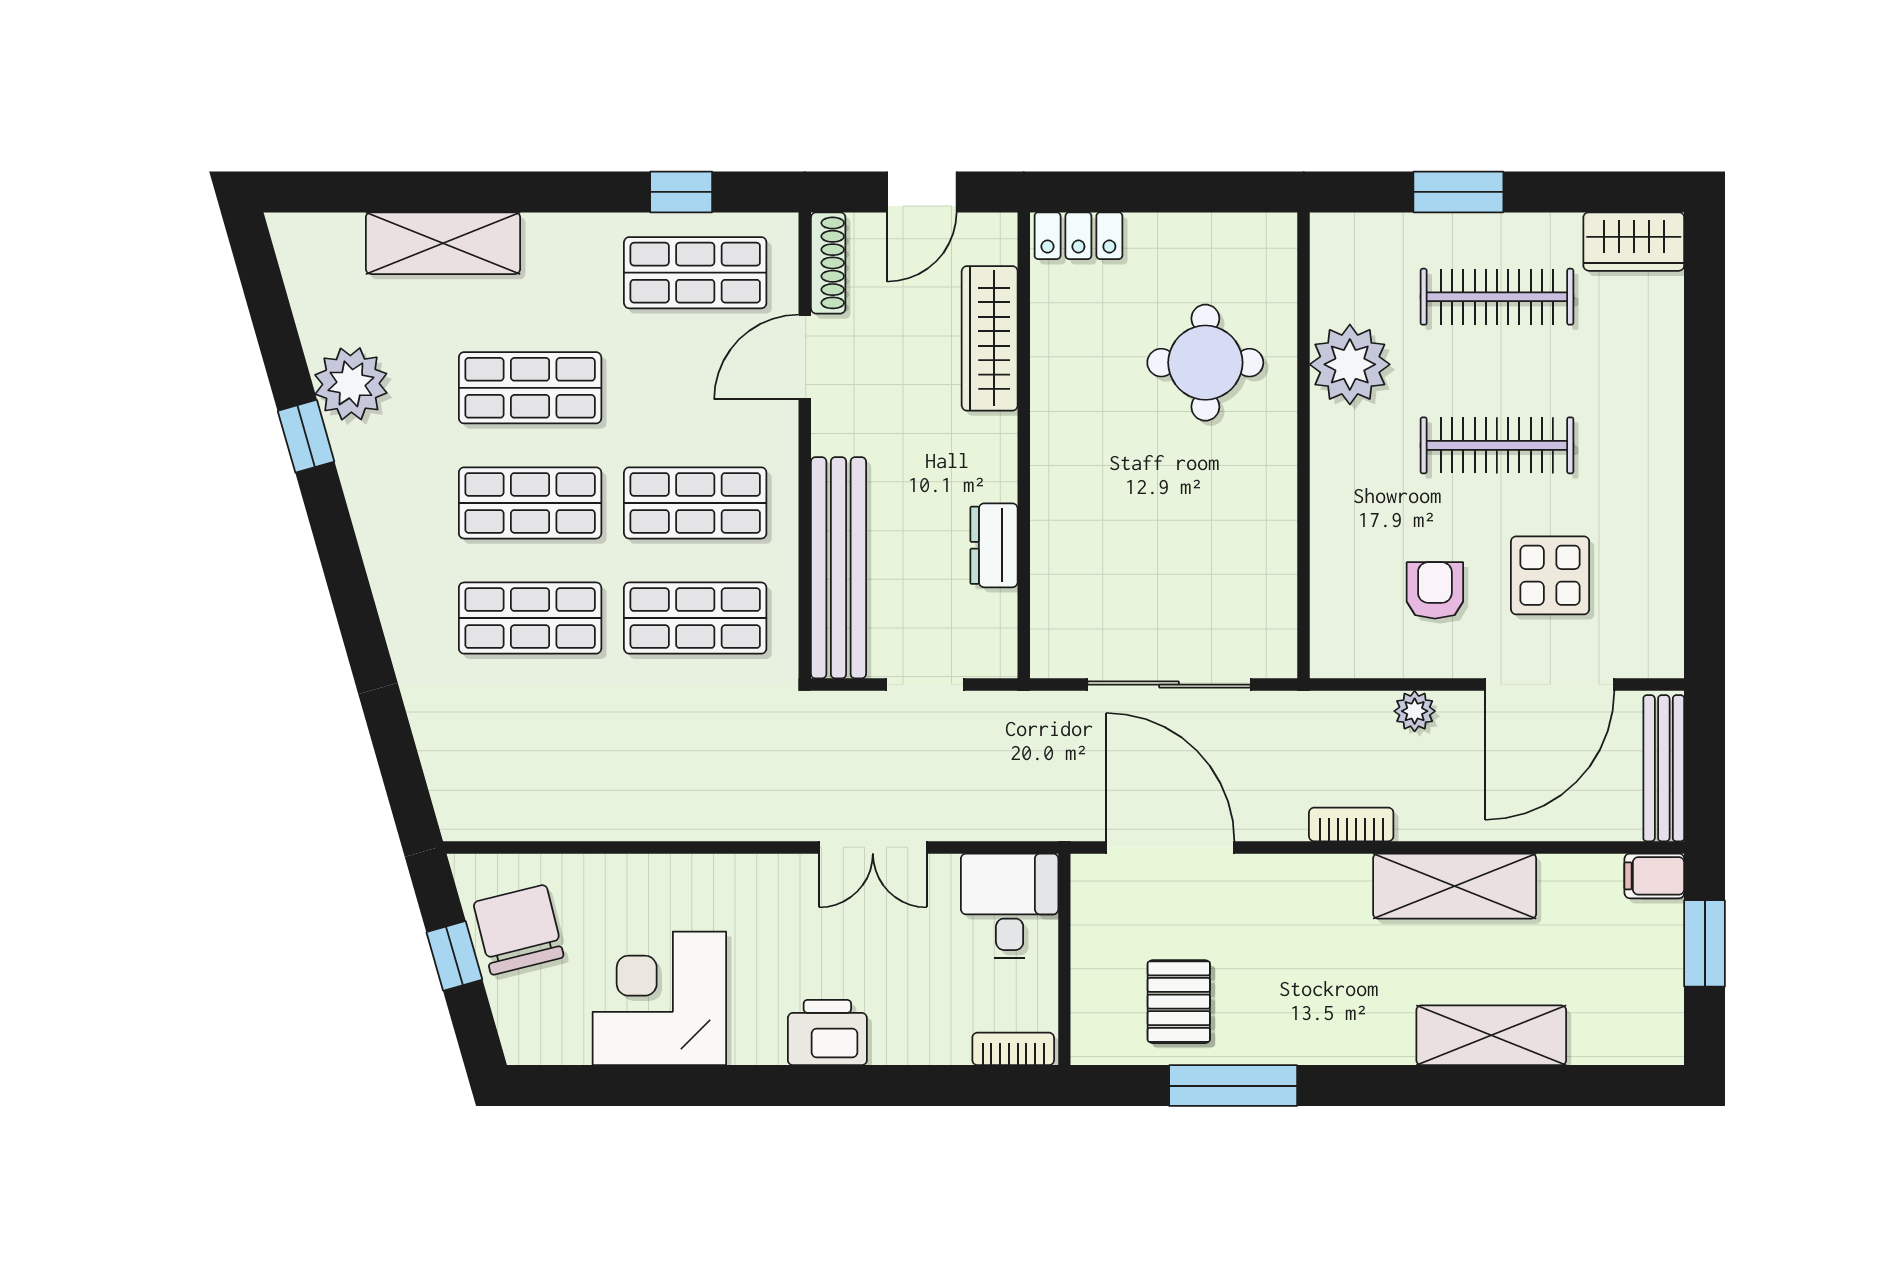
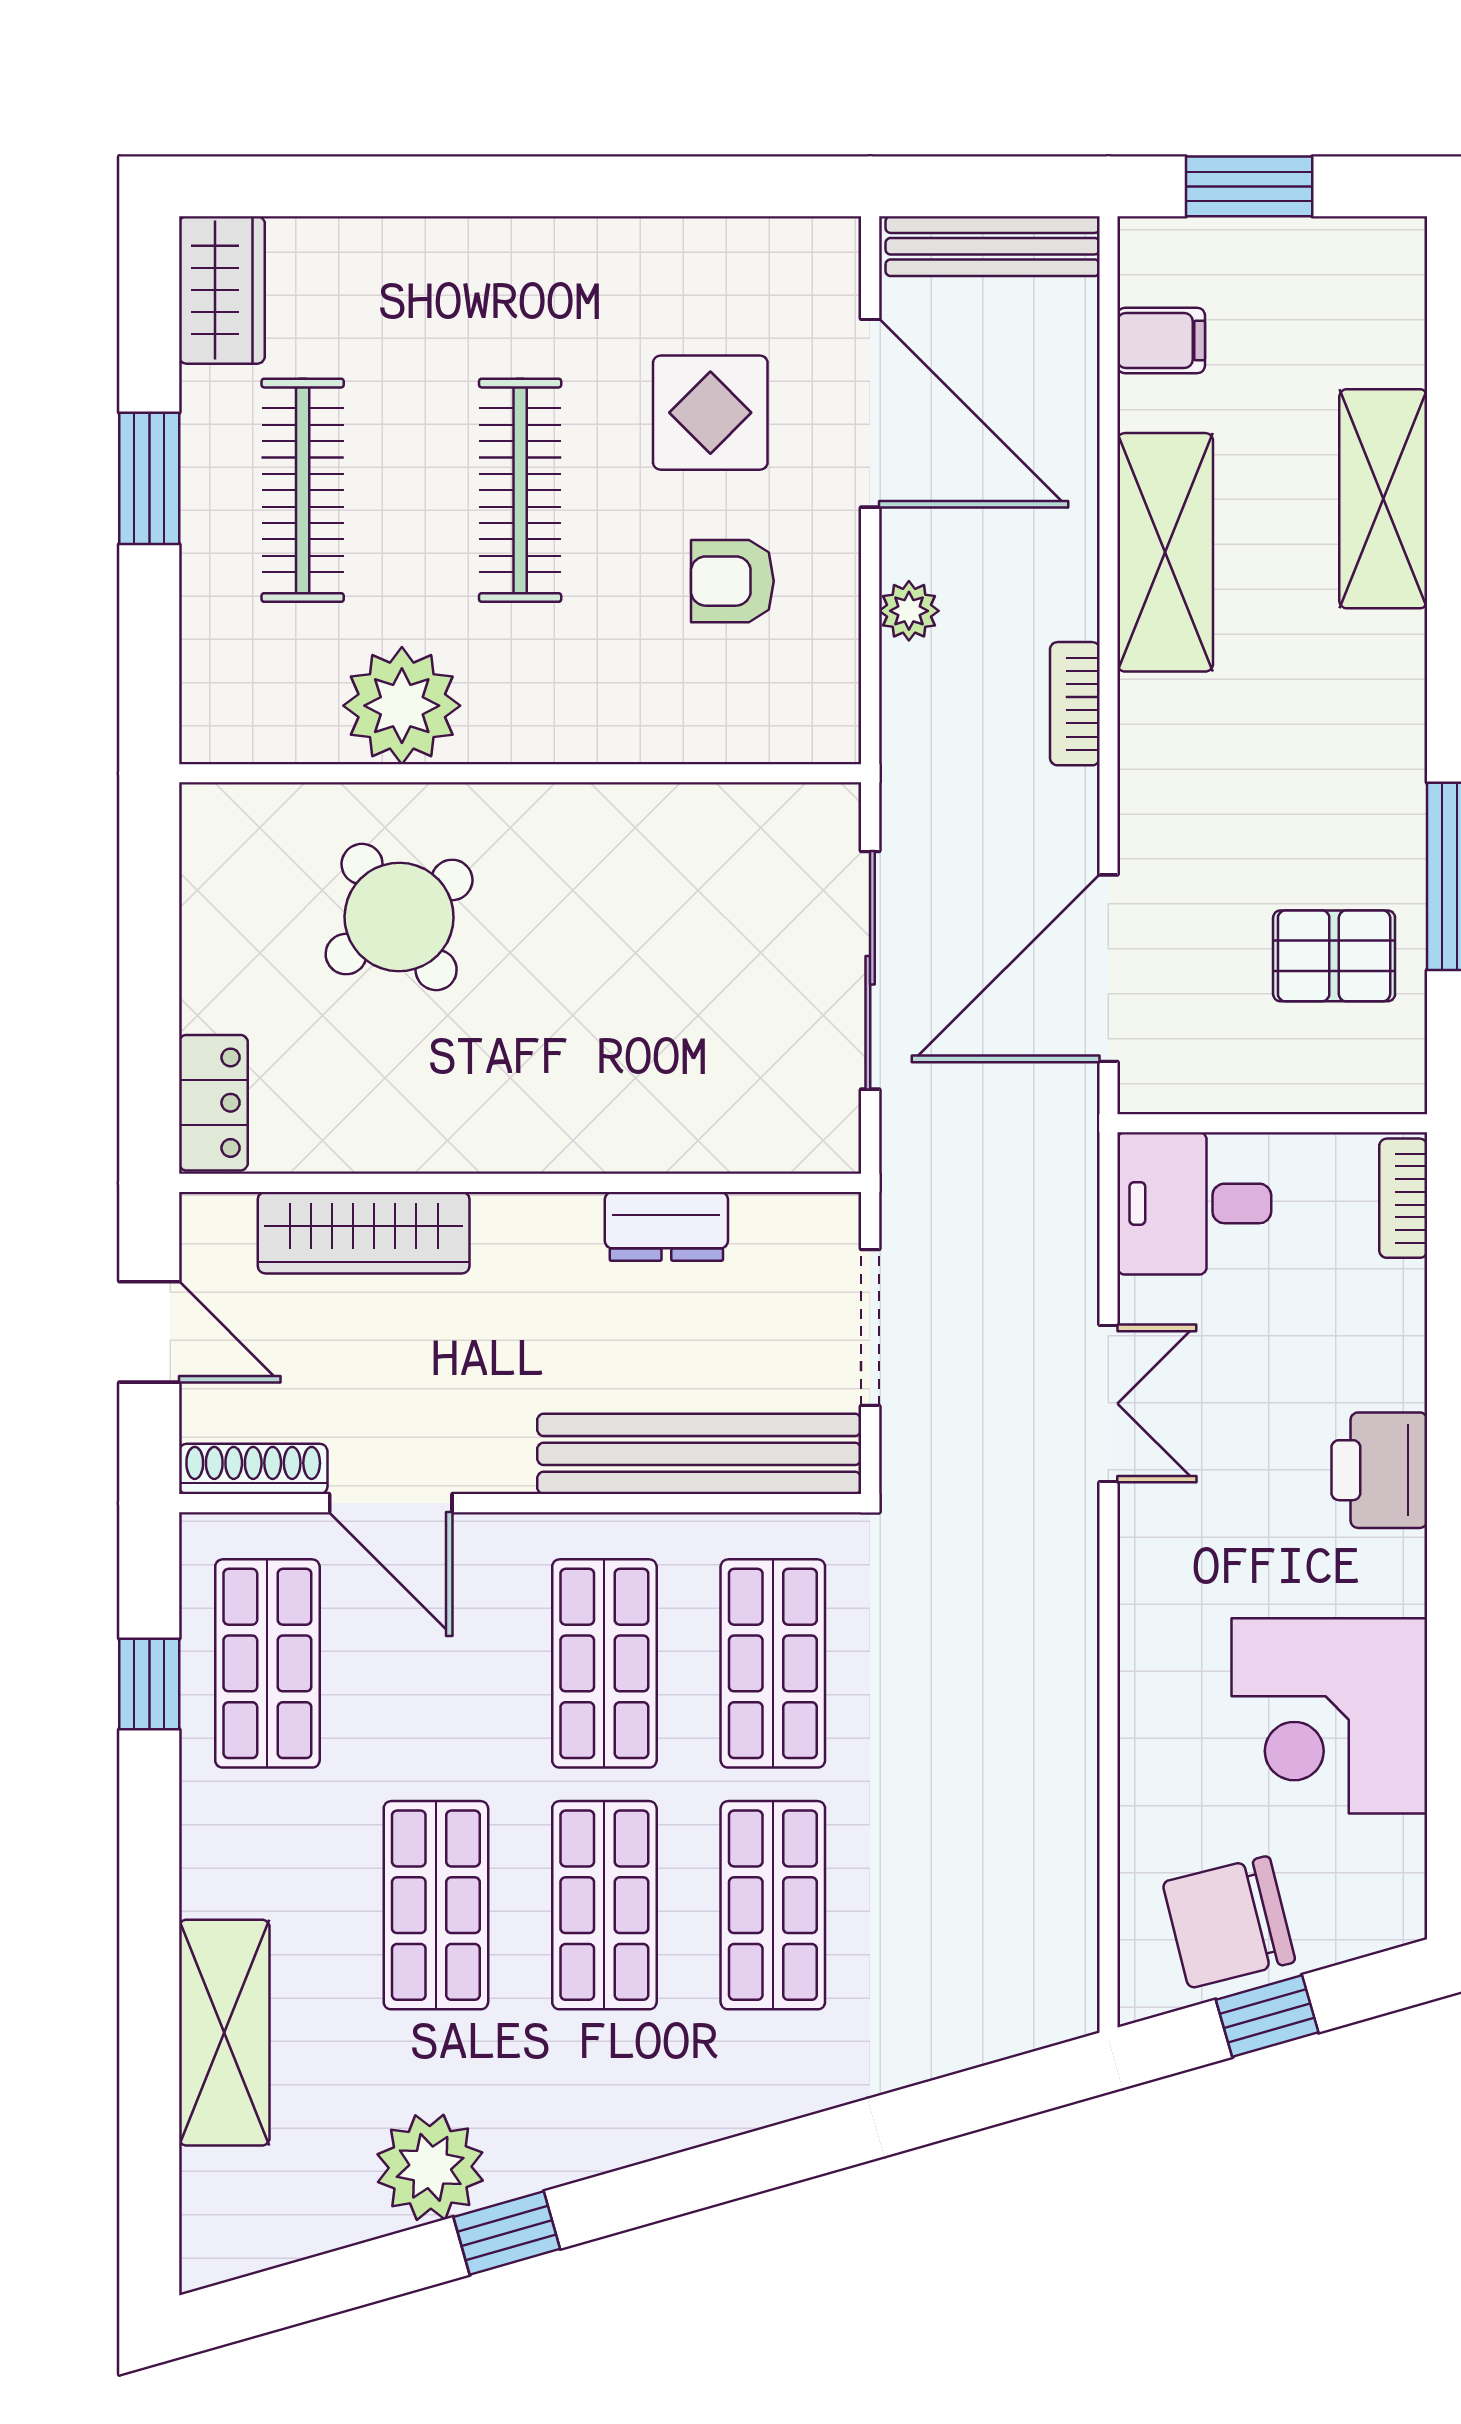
window: (1458, 192) -> (149, 478), moved
round table: (1205, 363) -> (399, 917), turned -35
doorway: (925, 685) -> (870, 1328), width x1.38
filing cabinet: (1654, 876) -> (1161, 340), moved, turned -90

